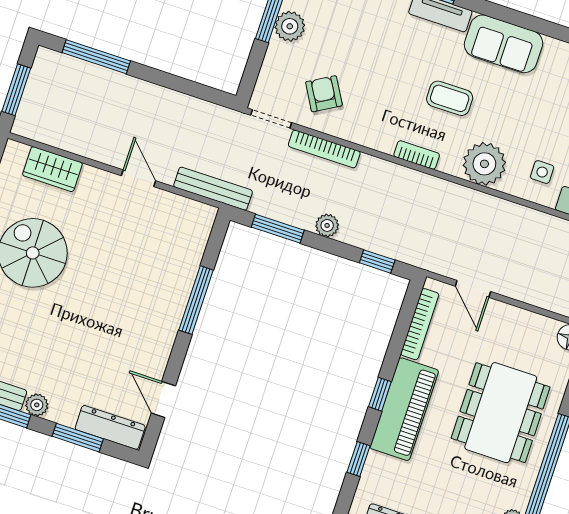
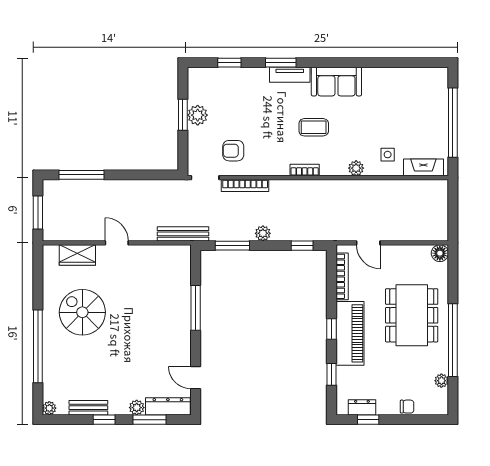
armchair: (324, 94) -> (233, 151), turned -60
plant: (484, 164) -> (356, 168), width x0.53, depth x0.53
door: (139, 178) -> (117, 243), moved
plant: (37, 405) -> (137, 408), moved

